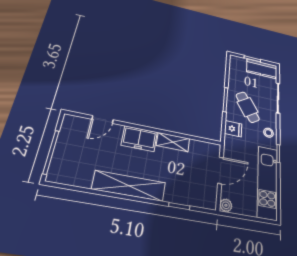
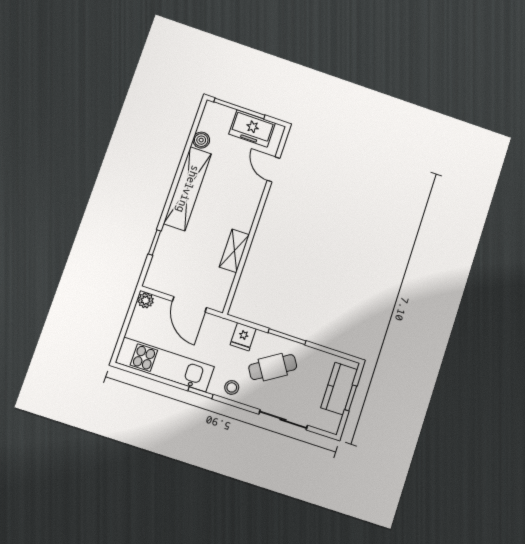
kitchen counter: (262, 69) -> (339, 389), moved
freezer: (139, 139) -> (252, 129), moved, turned -90
boiler: (84, 181) -> (201, 140), added

